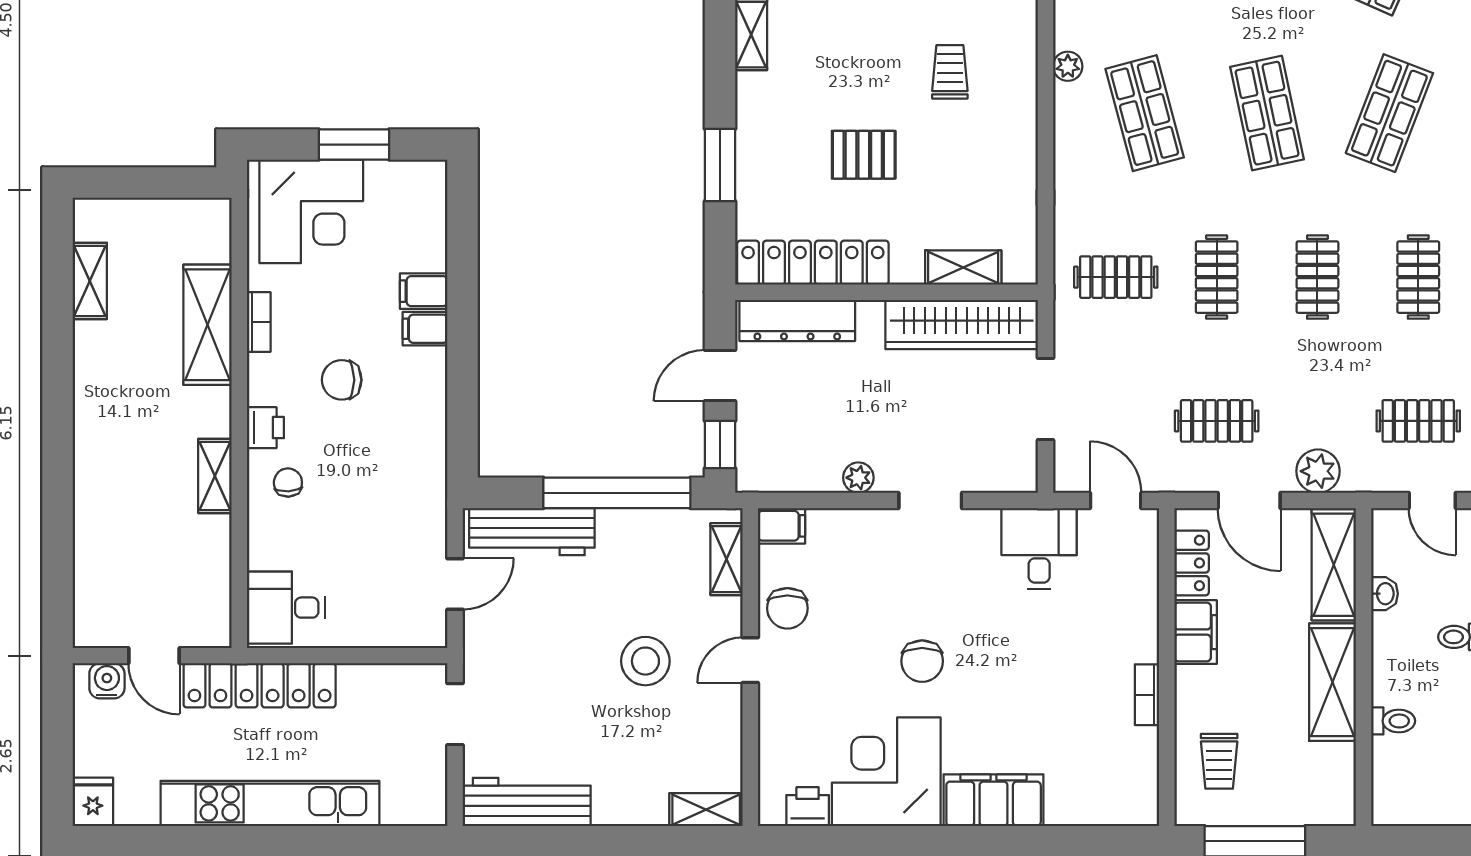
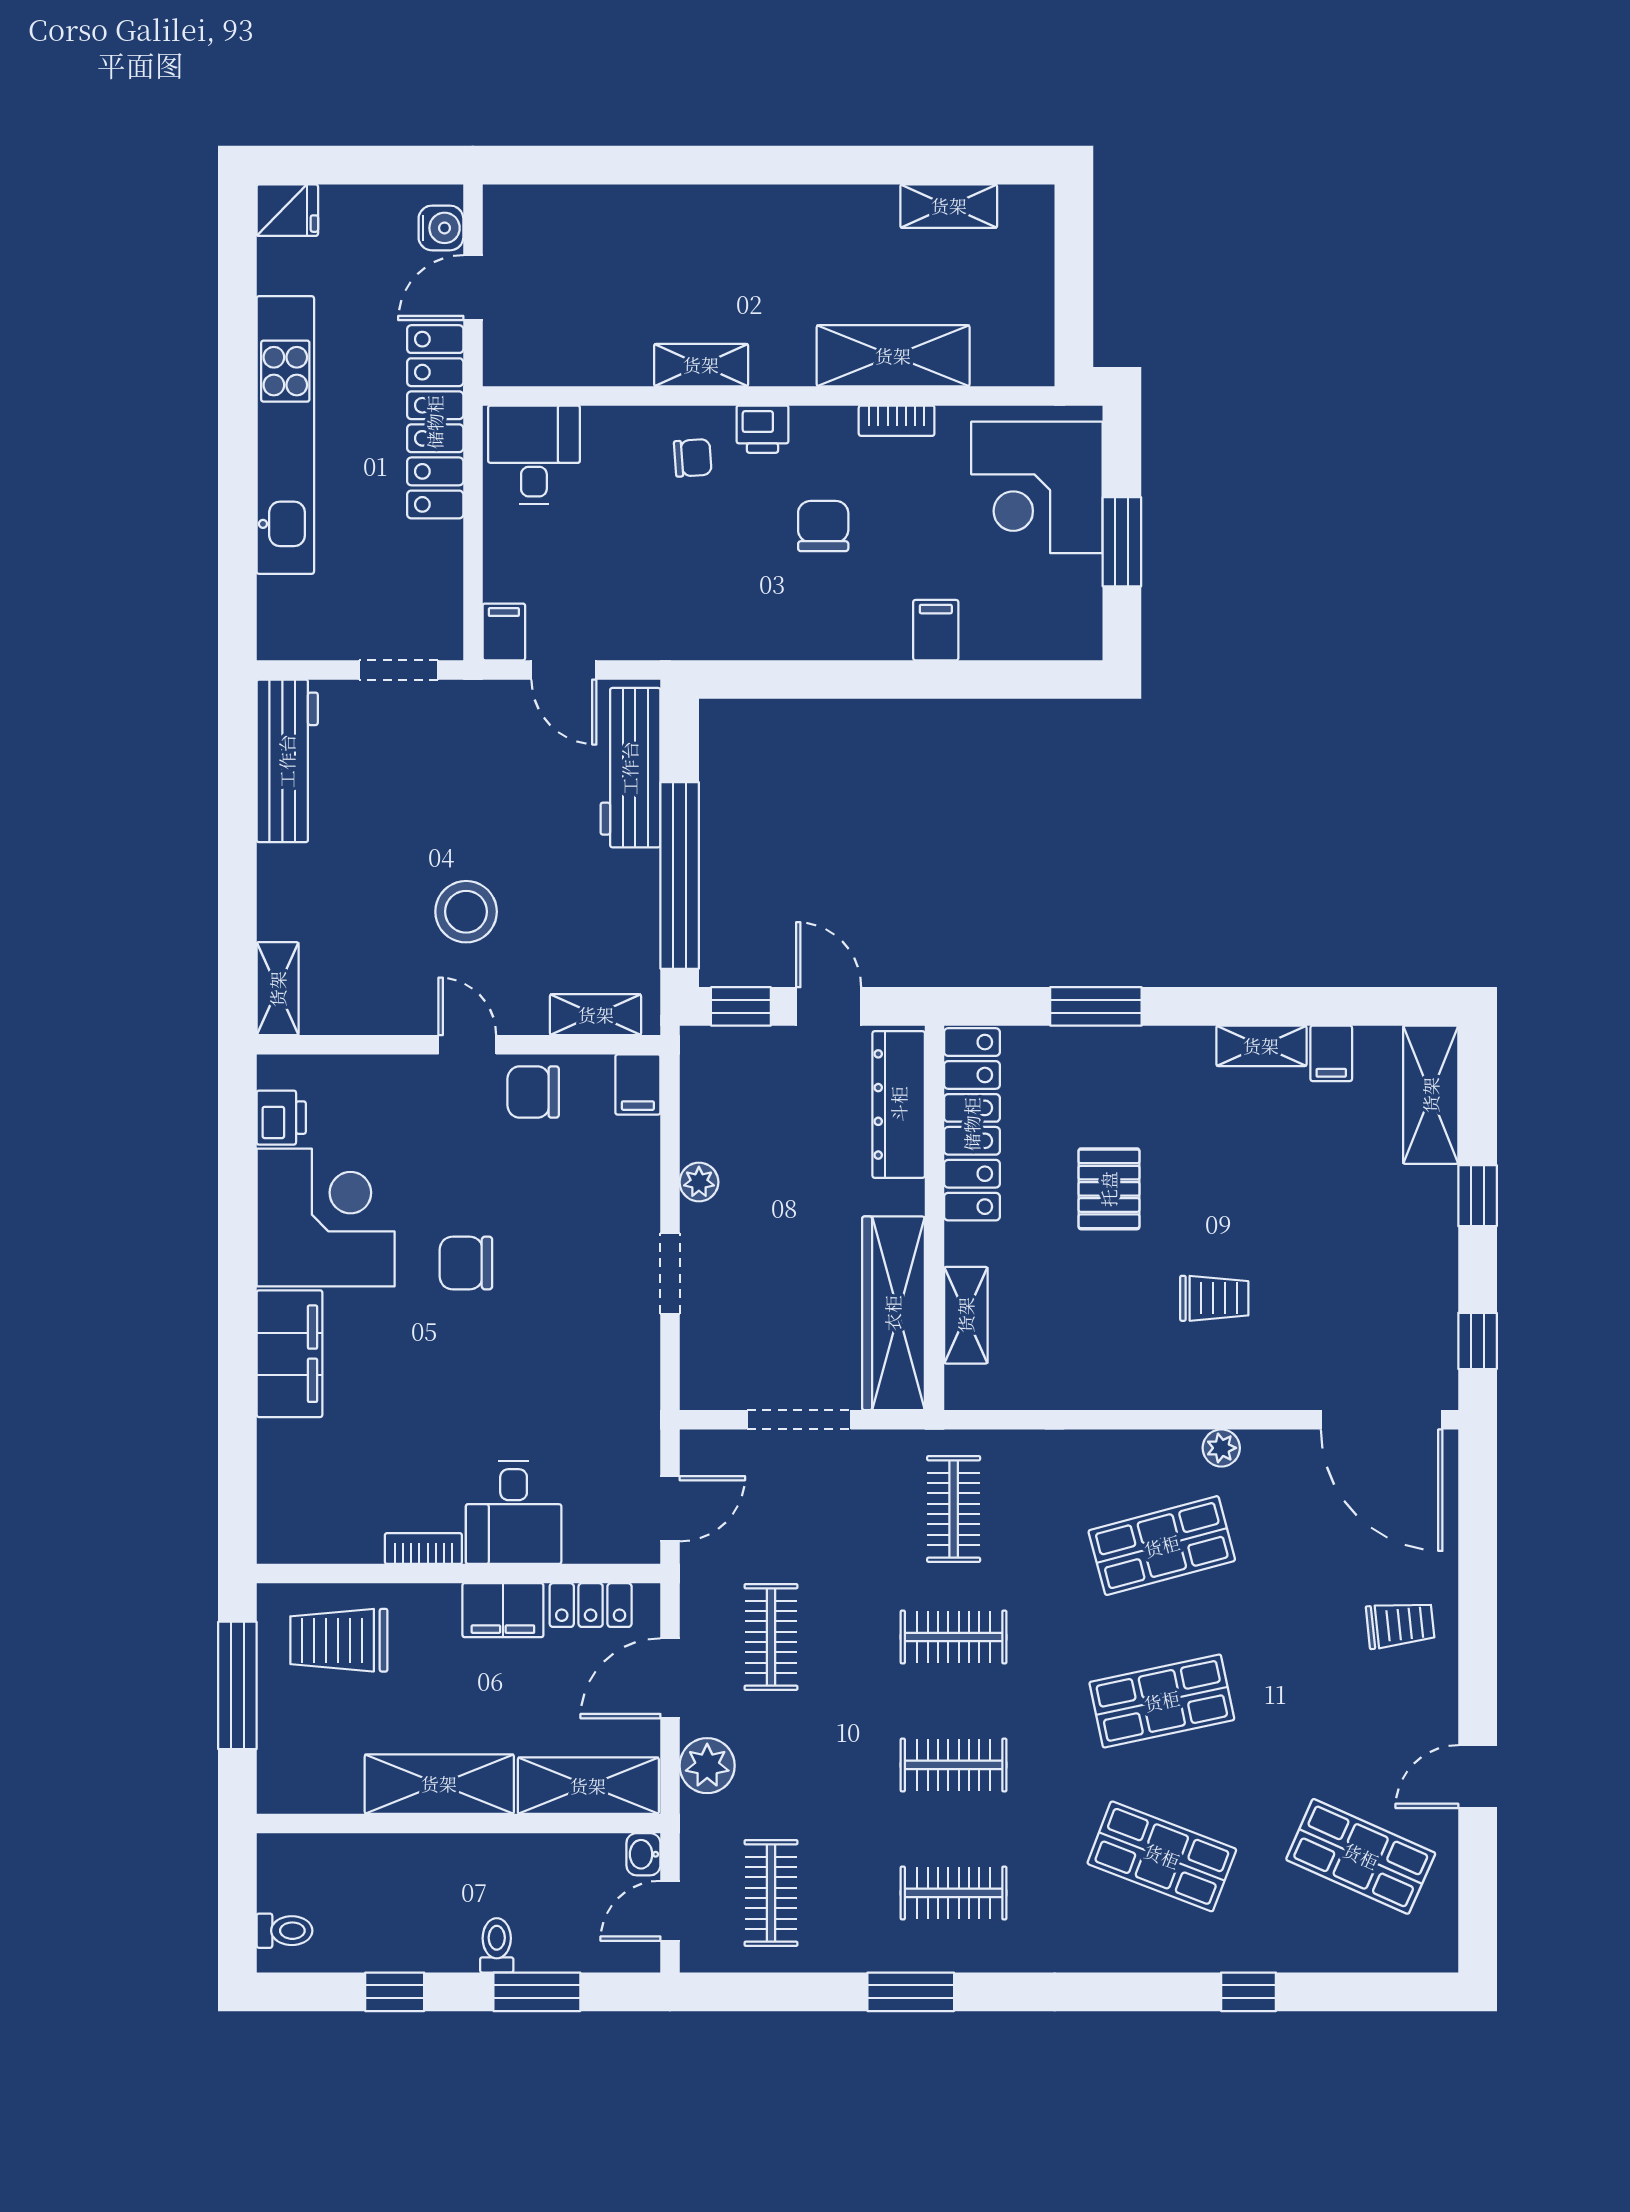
filing cabinet: (425, 329) -> (504, 632), moved
desk: (1039, 549) -> (514, 1512), moved, turned 90
washbasin: (1385, 594) -> (643, 1854), moved, turned 90
toilet: (1393, 721) -> (285, 1931), moved, turned -90
trolley: (1219, 761) -> (339, 1640), width x1.36, depth x1.39

